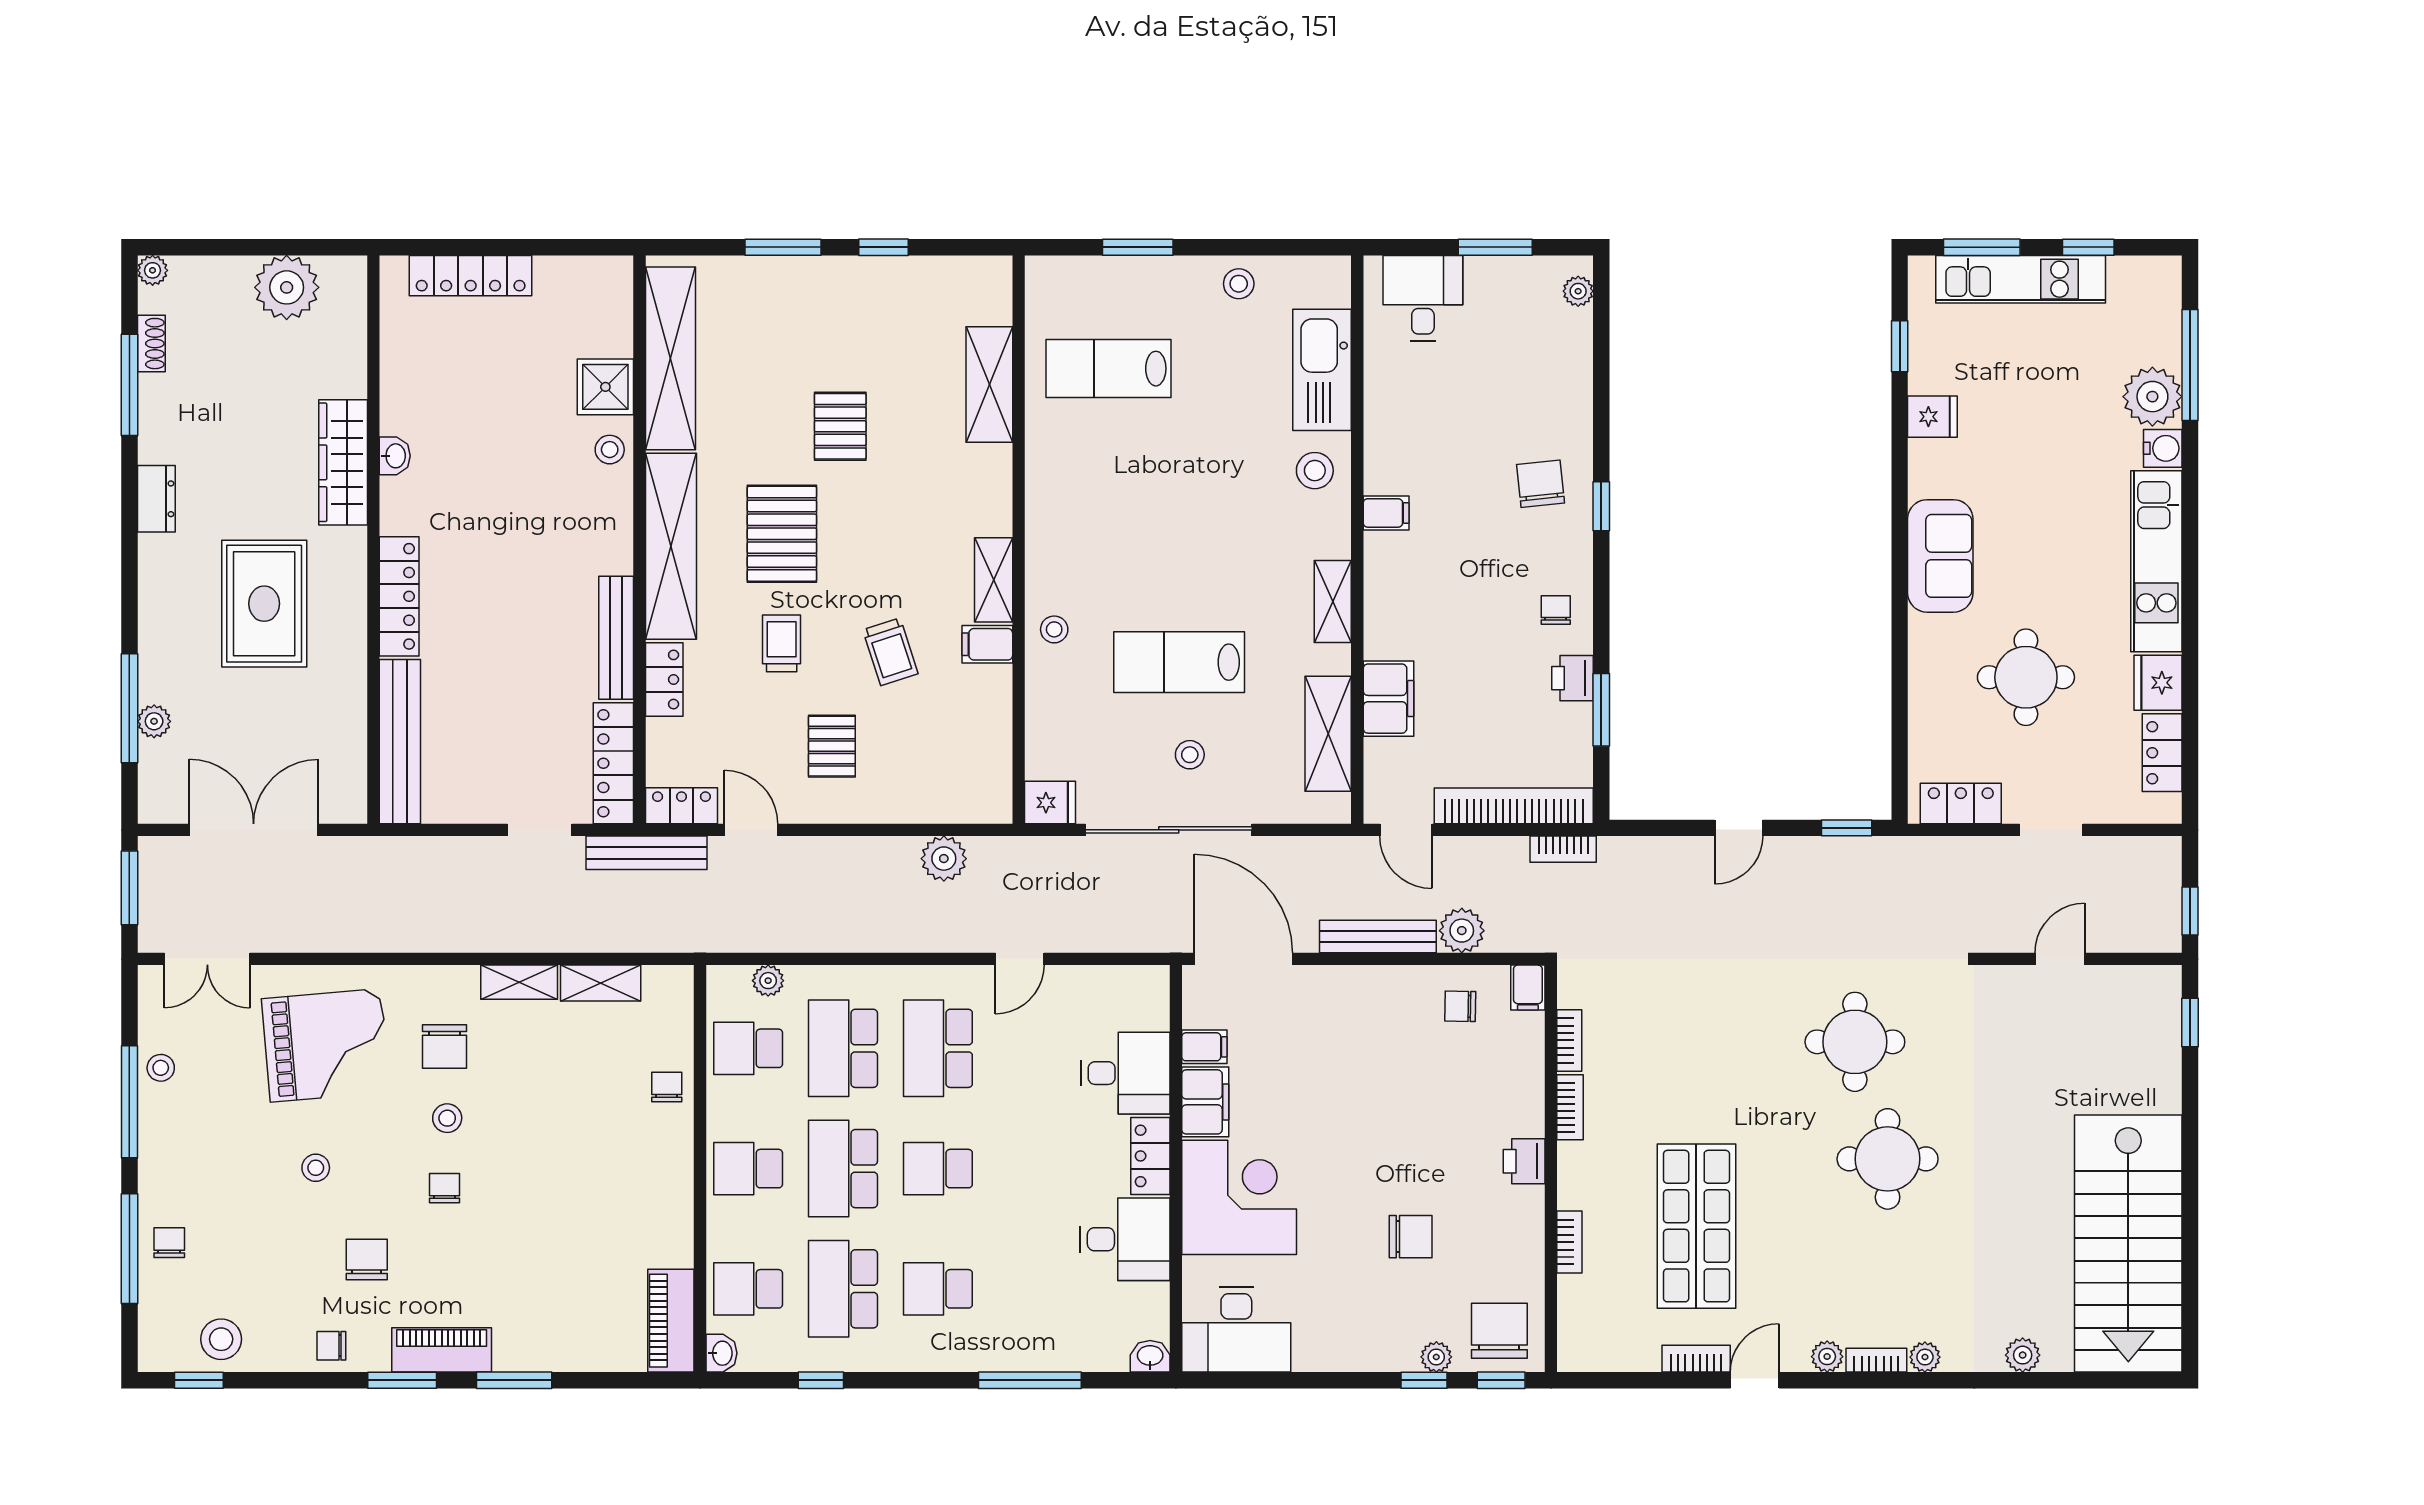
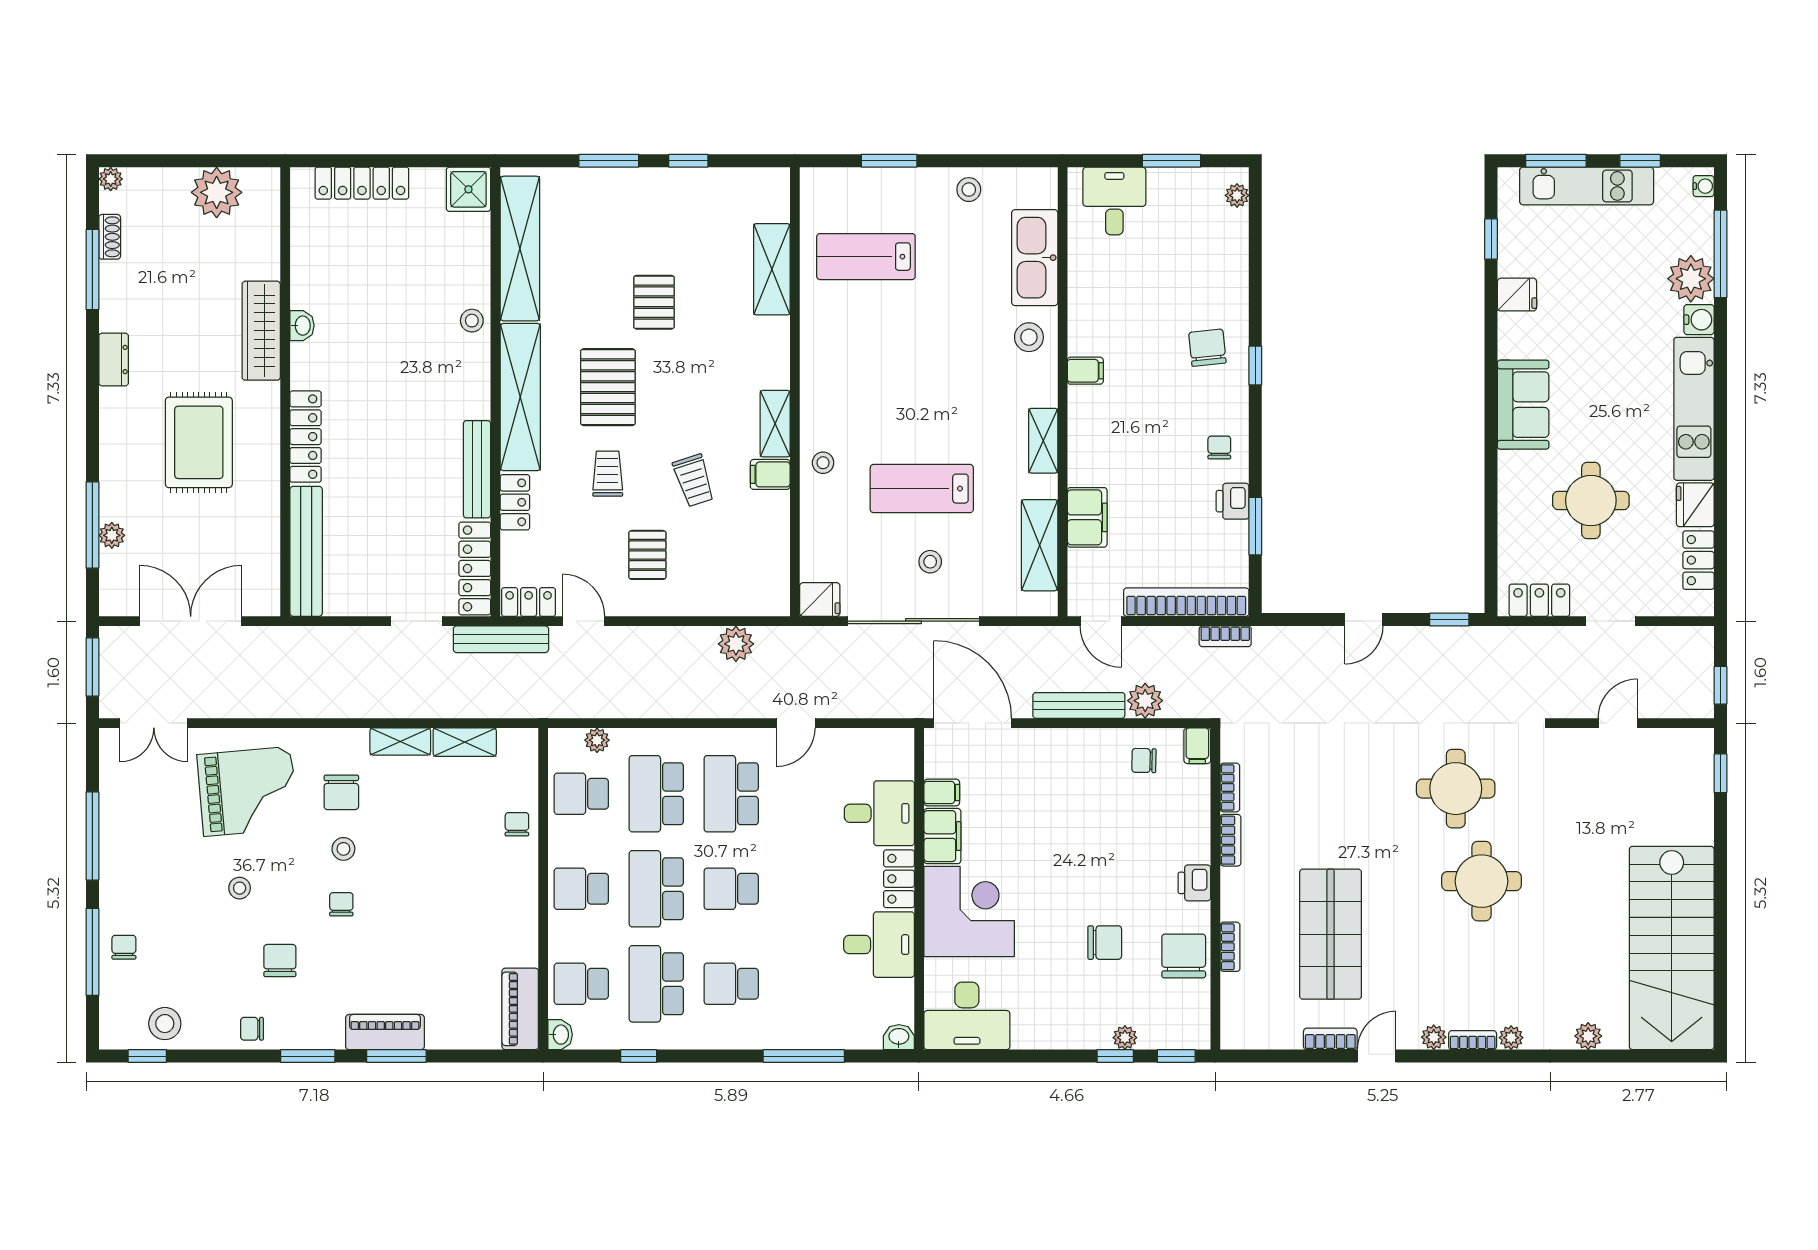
water cooler: (2169, 279) -> (1704, 186), added
shower: (605, 387) -> (468, 189), moved
stool: (161, 1068) -> (117, 809), removed
chair: (1499, 1331) -> (1184, 956), moved
piano: (442, 1350) -> (385, 1032), moved

